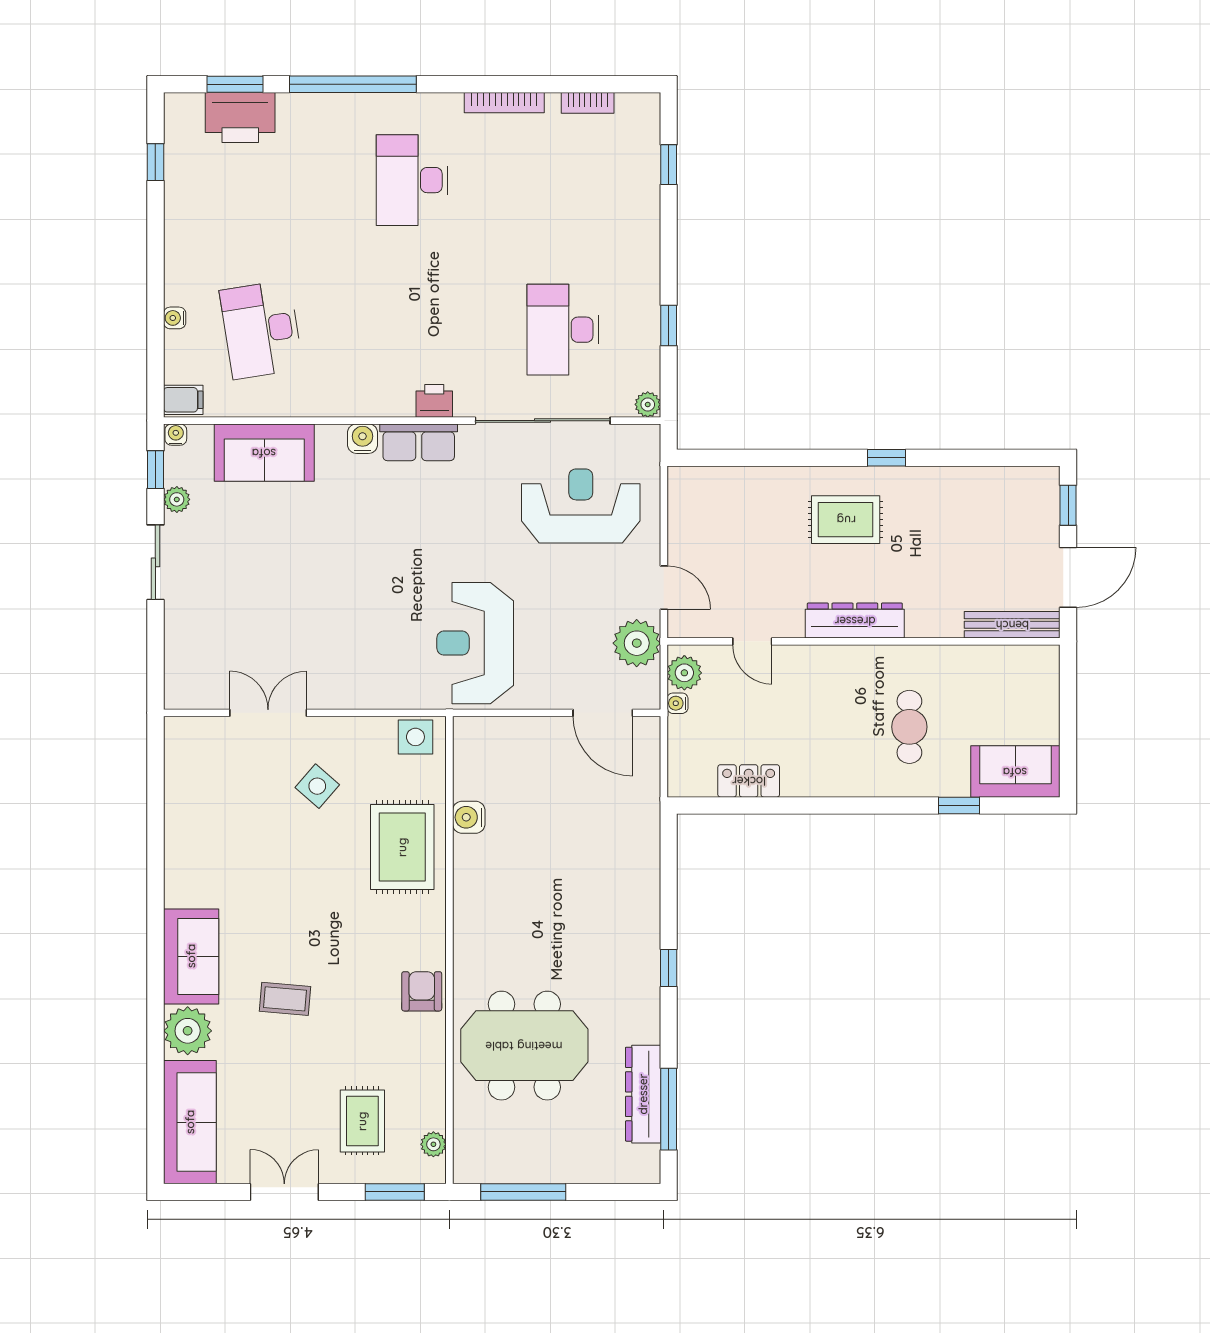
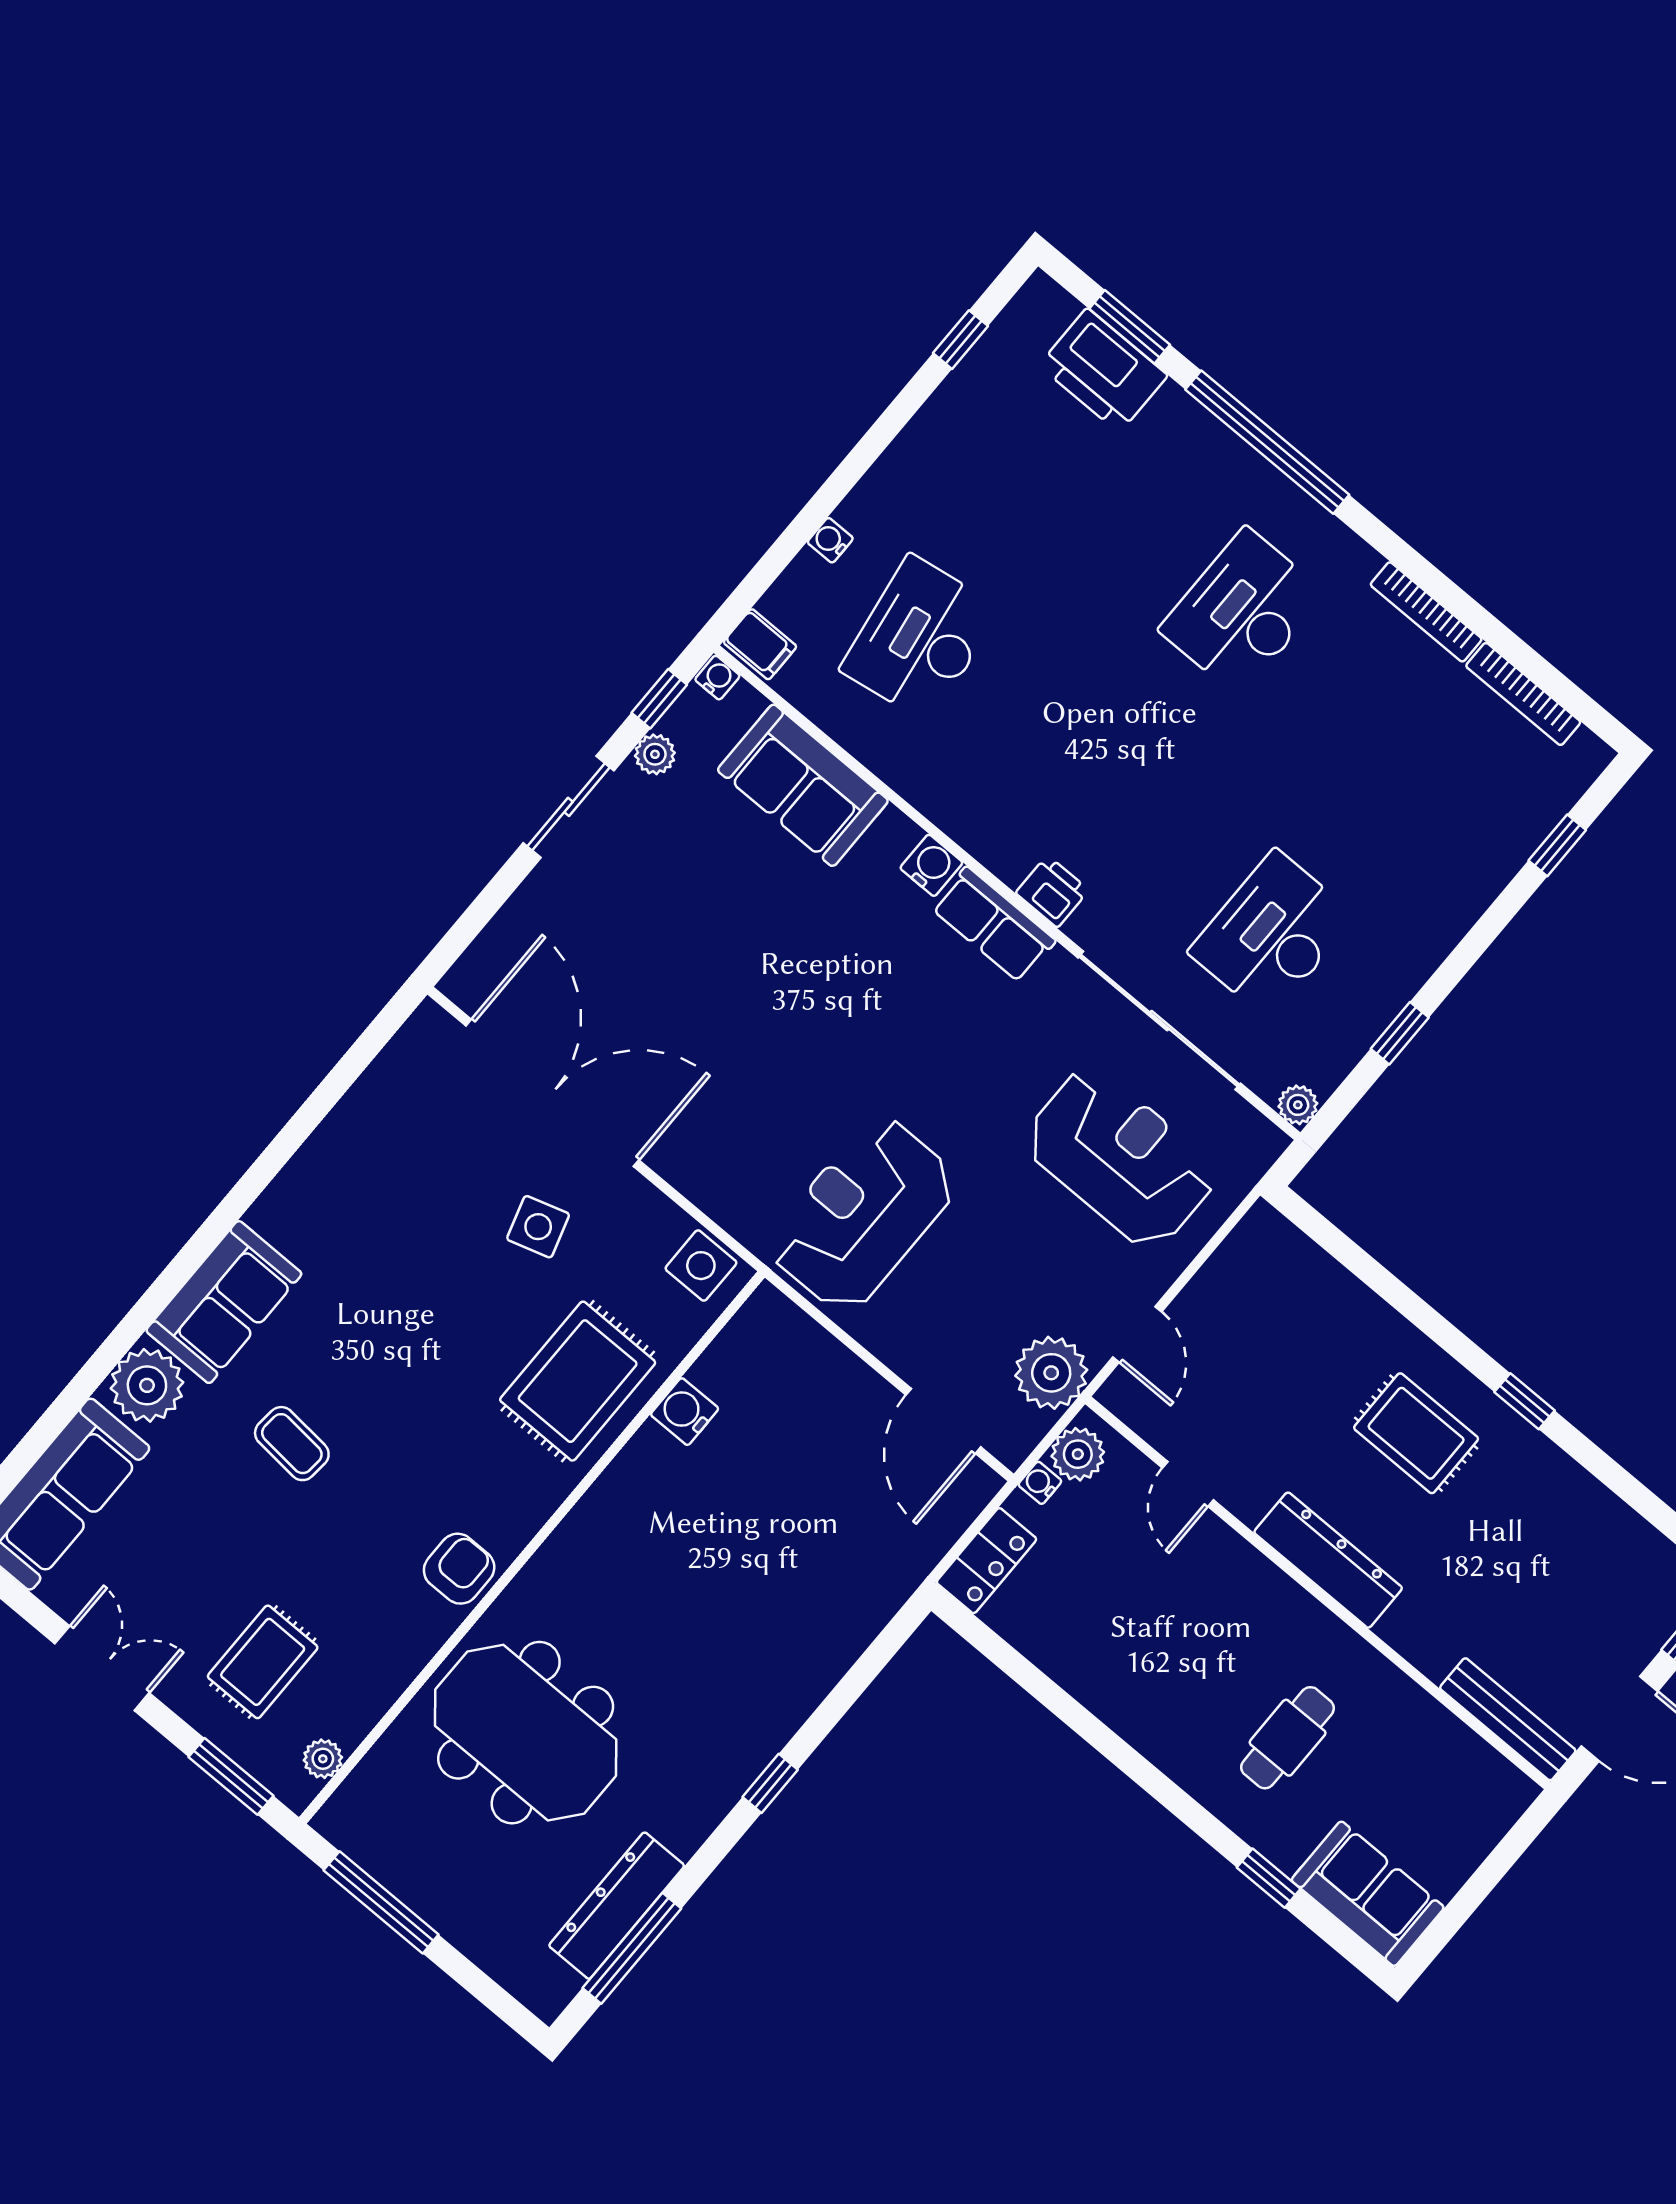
bookcase: (588, 103) -> (1523, 694), width x1.56
double door: (268, 713) -> (552, 1093), width x1.87
locker: (749, 781) -> (986, 1561), moved, turned 90
side table: (317, 786) -> (538, 1227), turned 32

